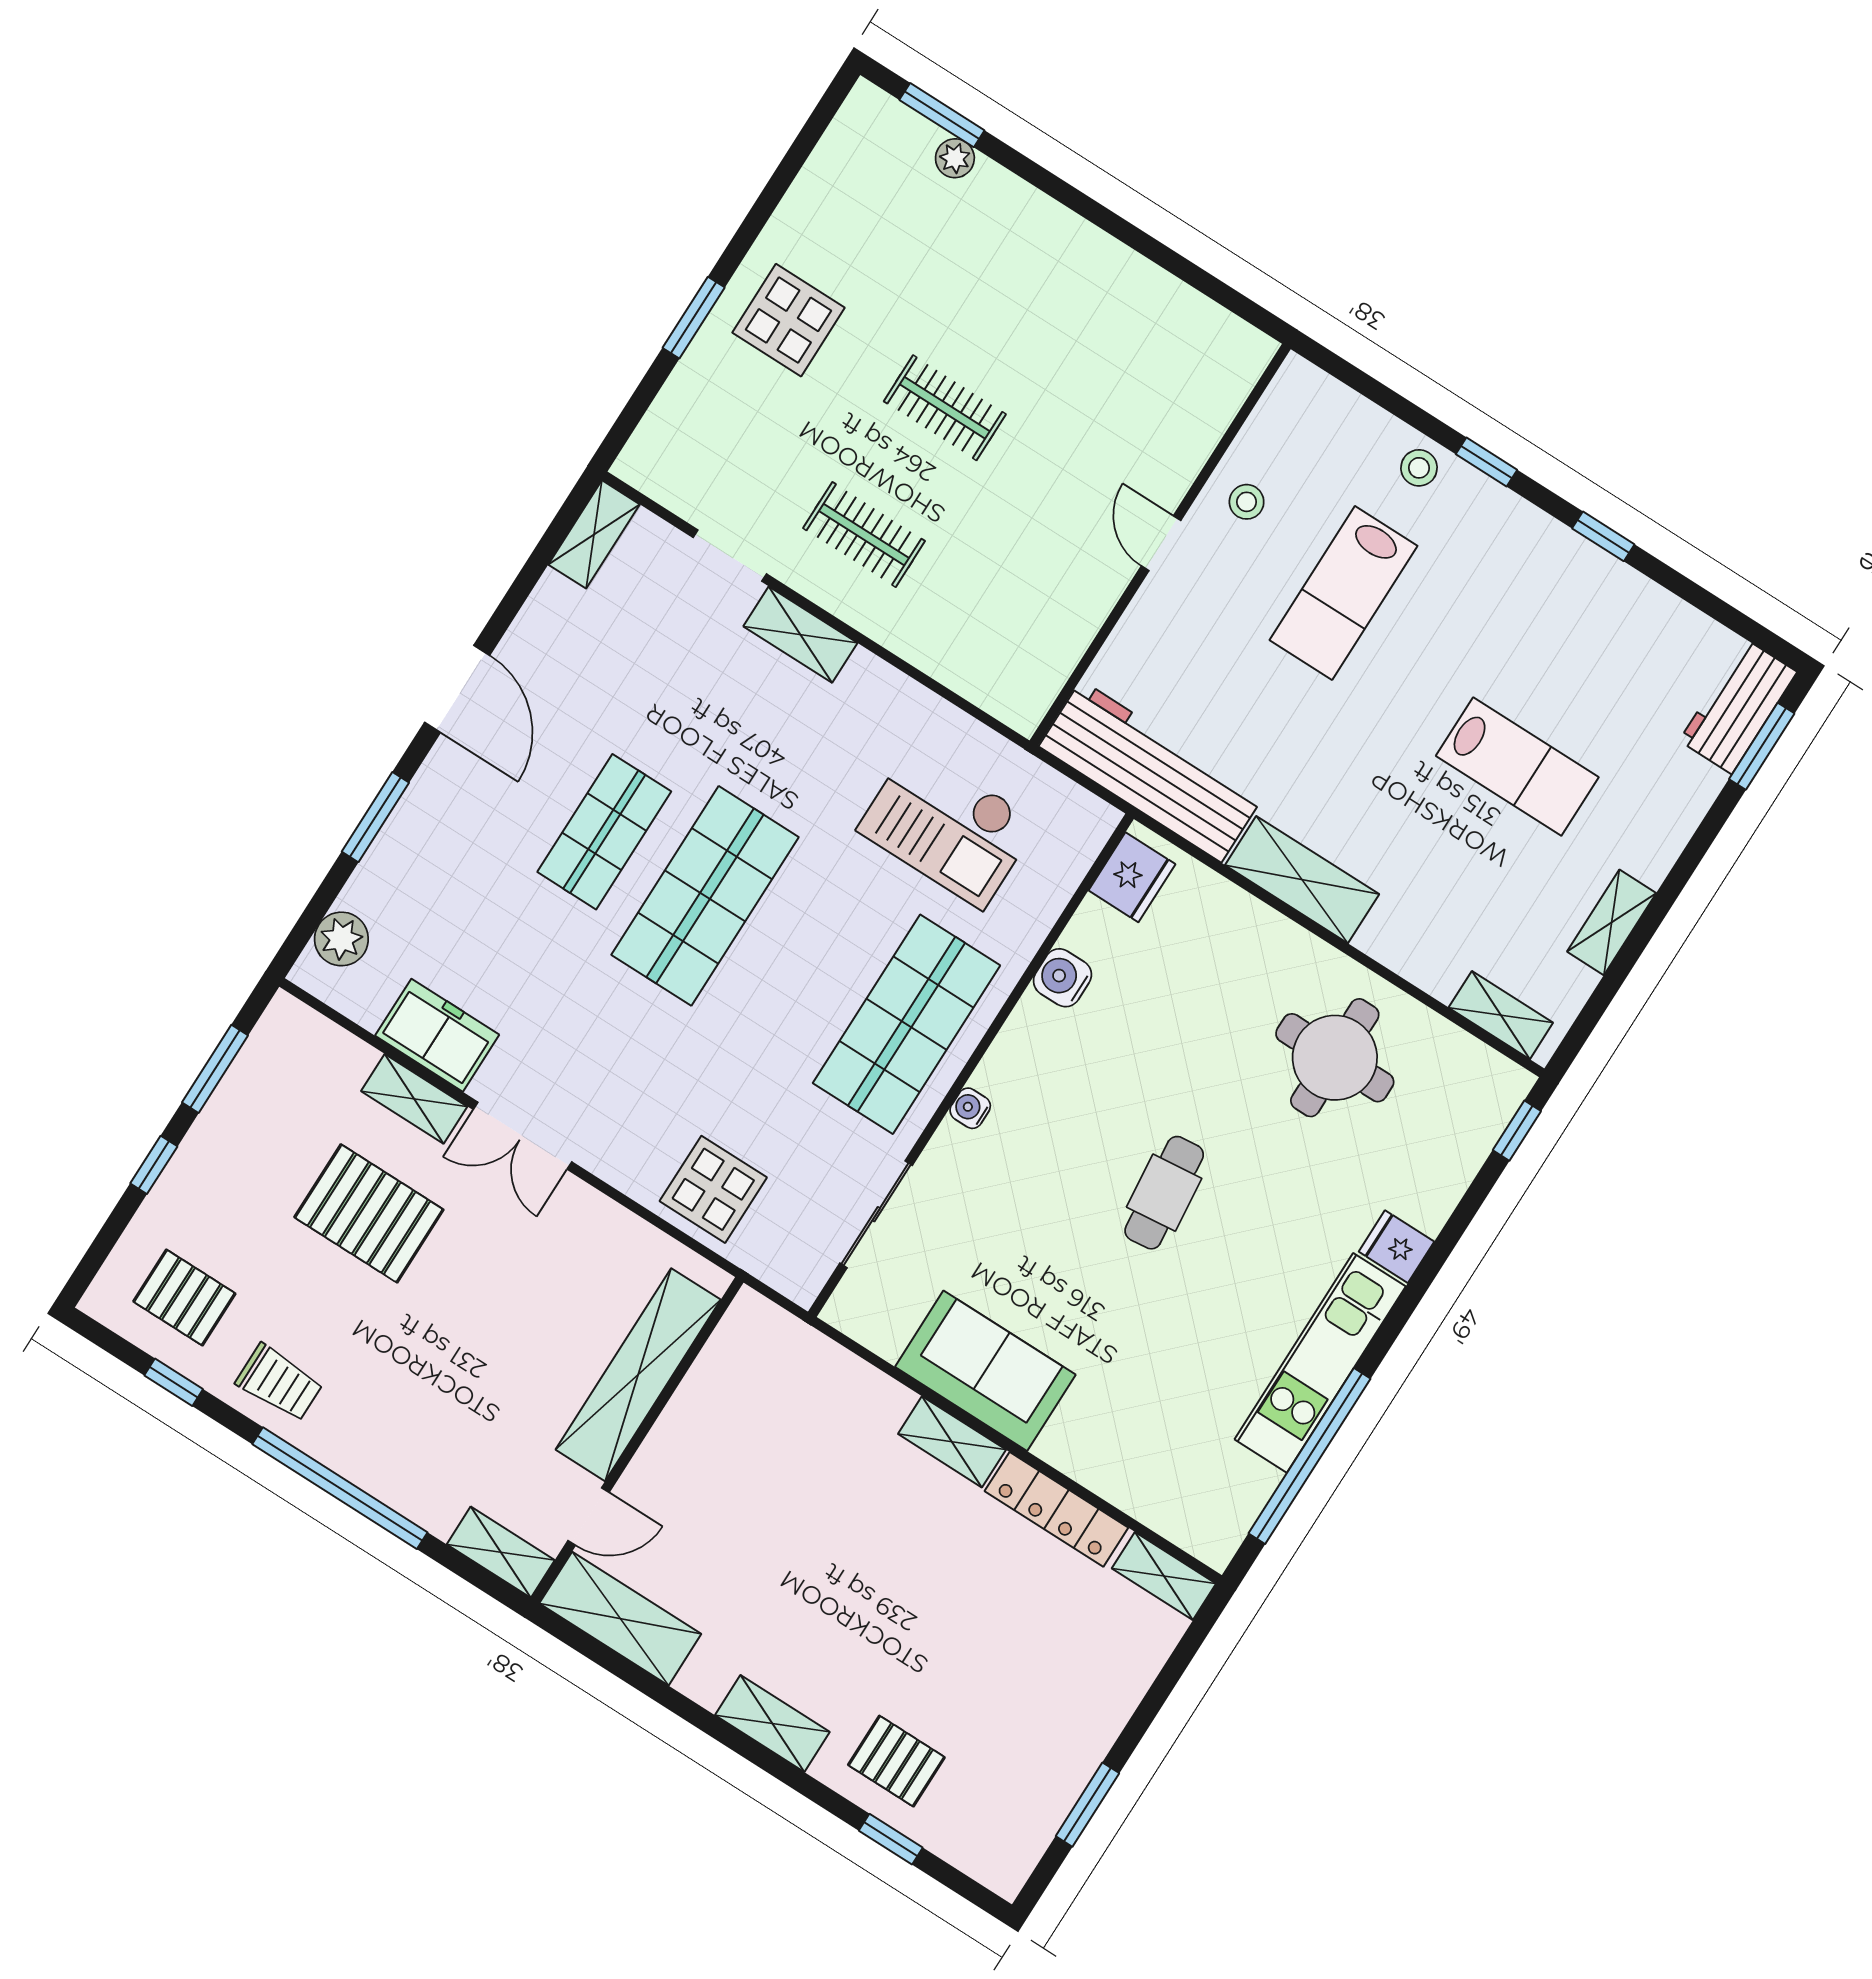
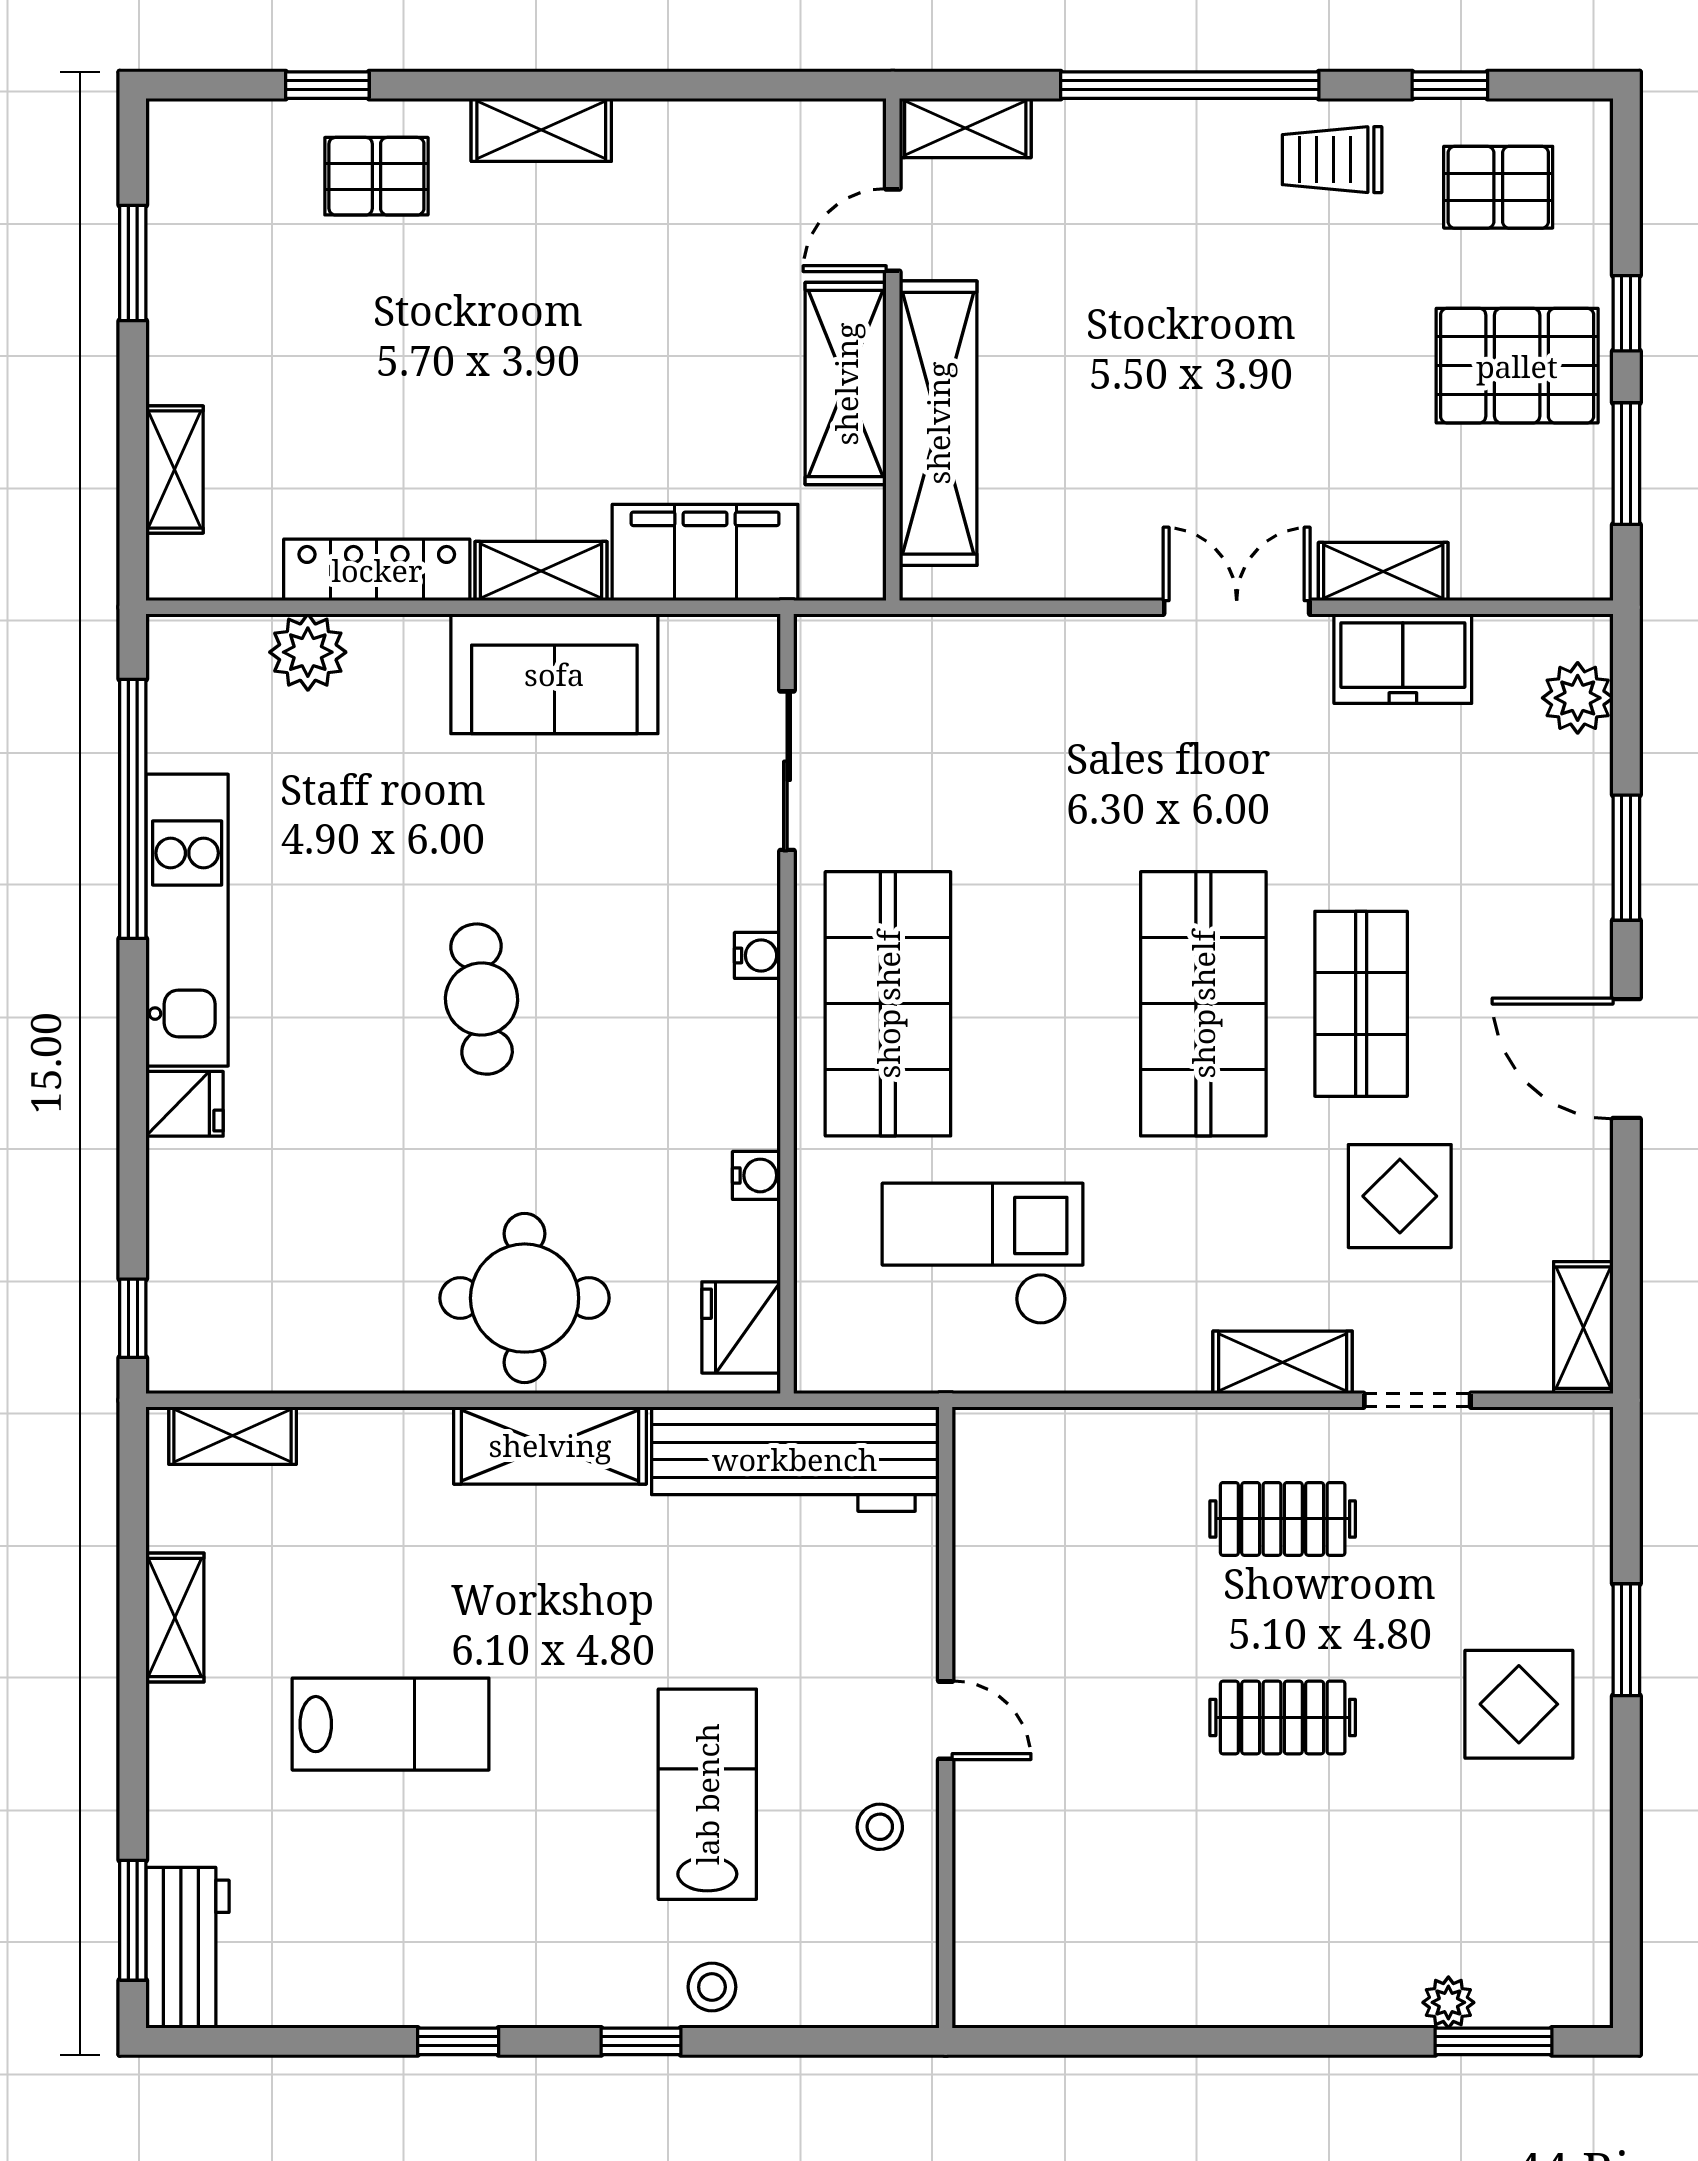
lab bench: (1517, 767) -> (391, 1724), turned 180
water cooler: (1062, 978) -> (756, 1175), width x0.72, depth x0.72
round table: (1335, 1058) -> (525, 1298), moved
display table: (713, 1189) -> (1400, 1196), moved
pallet: (369, 1213) -> (1517, 366), moved
filing cabinet: (840, 1387) -> (705, 553), added
plant: (1134, 1485) -> (308, 652), added
shelving: (1164, 1576) -> (175, 470), moved, turned 90
shelving: (620, 1619) -> (846, 384), moved, turned 90

